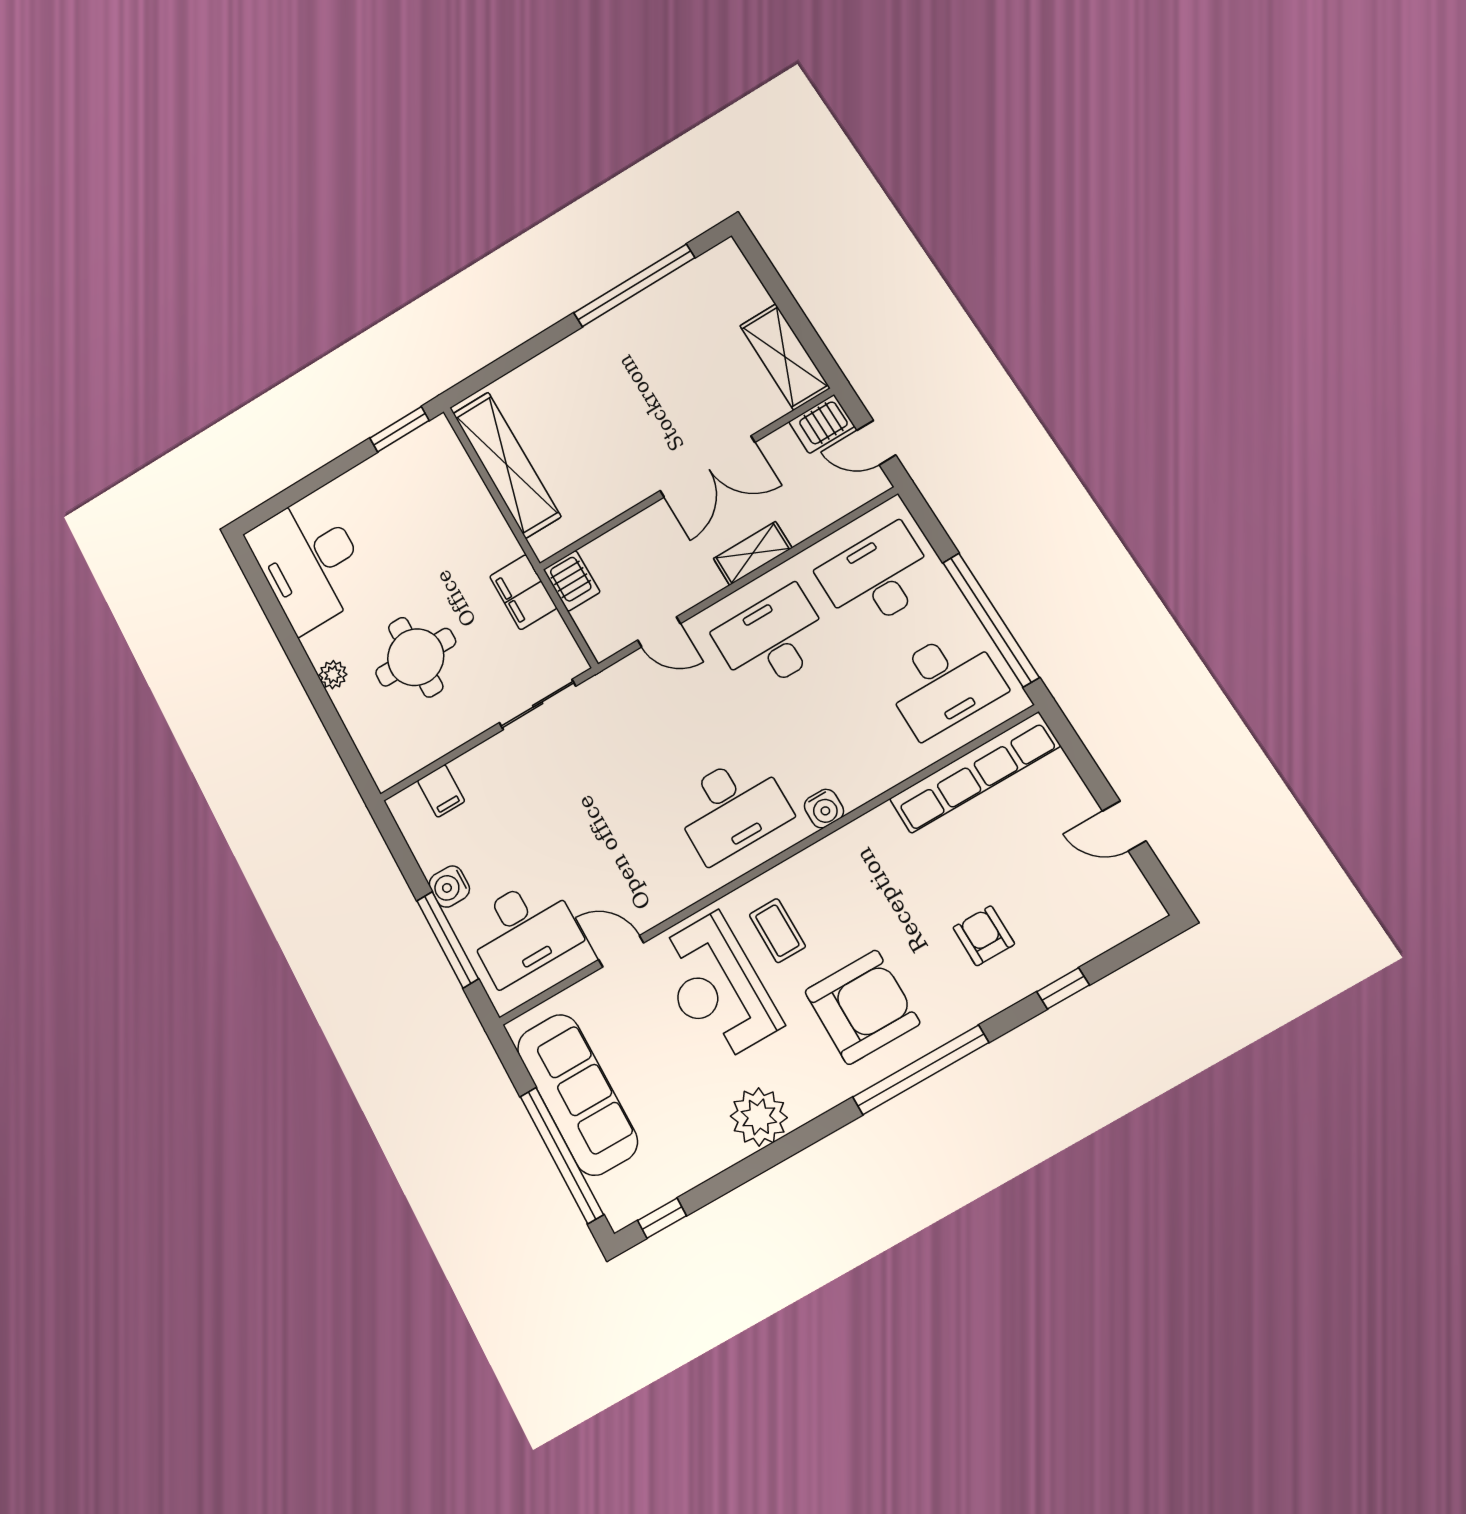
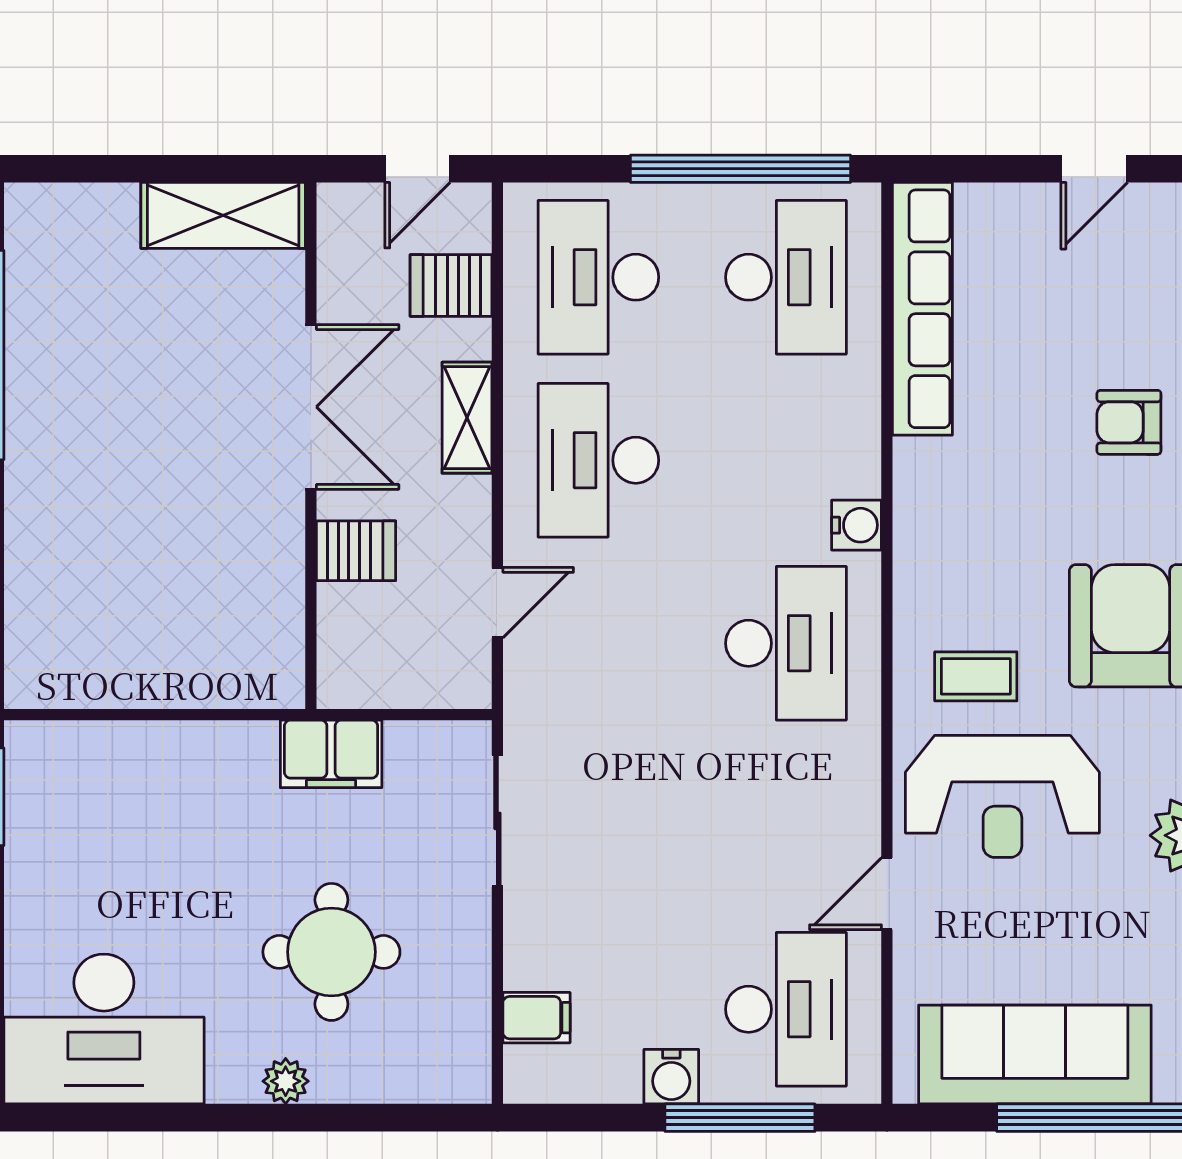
server rack: (822, 424) -> (451, 286), moved, turned 90
shelving: (507, 465) -> (137, 676), removed
server rack: (572, 581) -> (356, 551), moved

